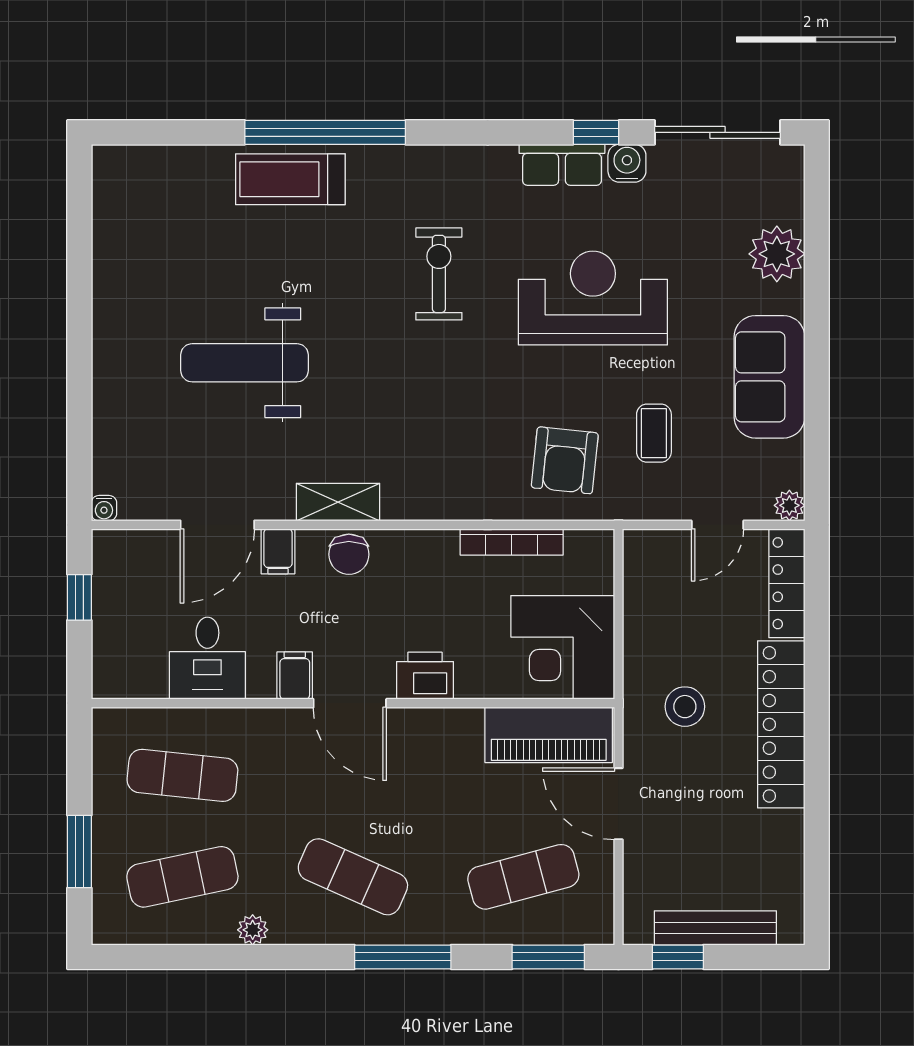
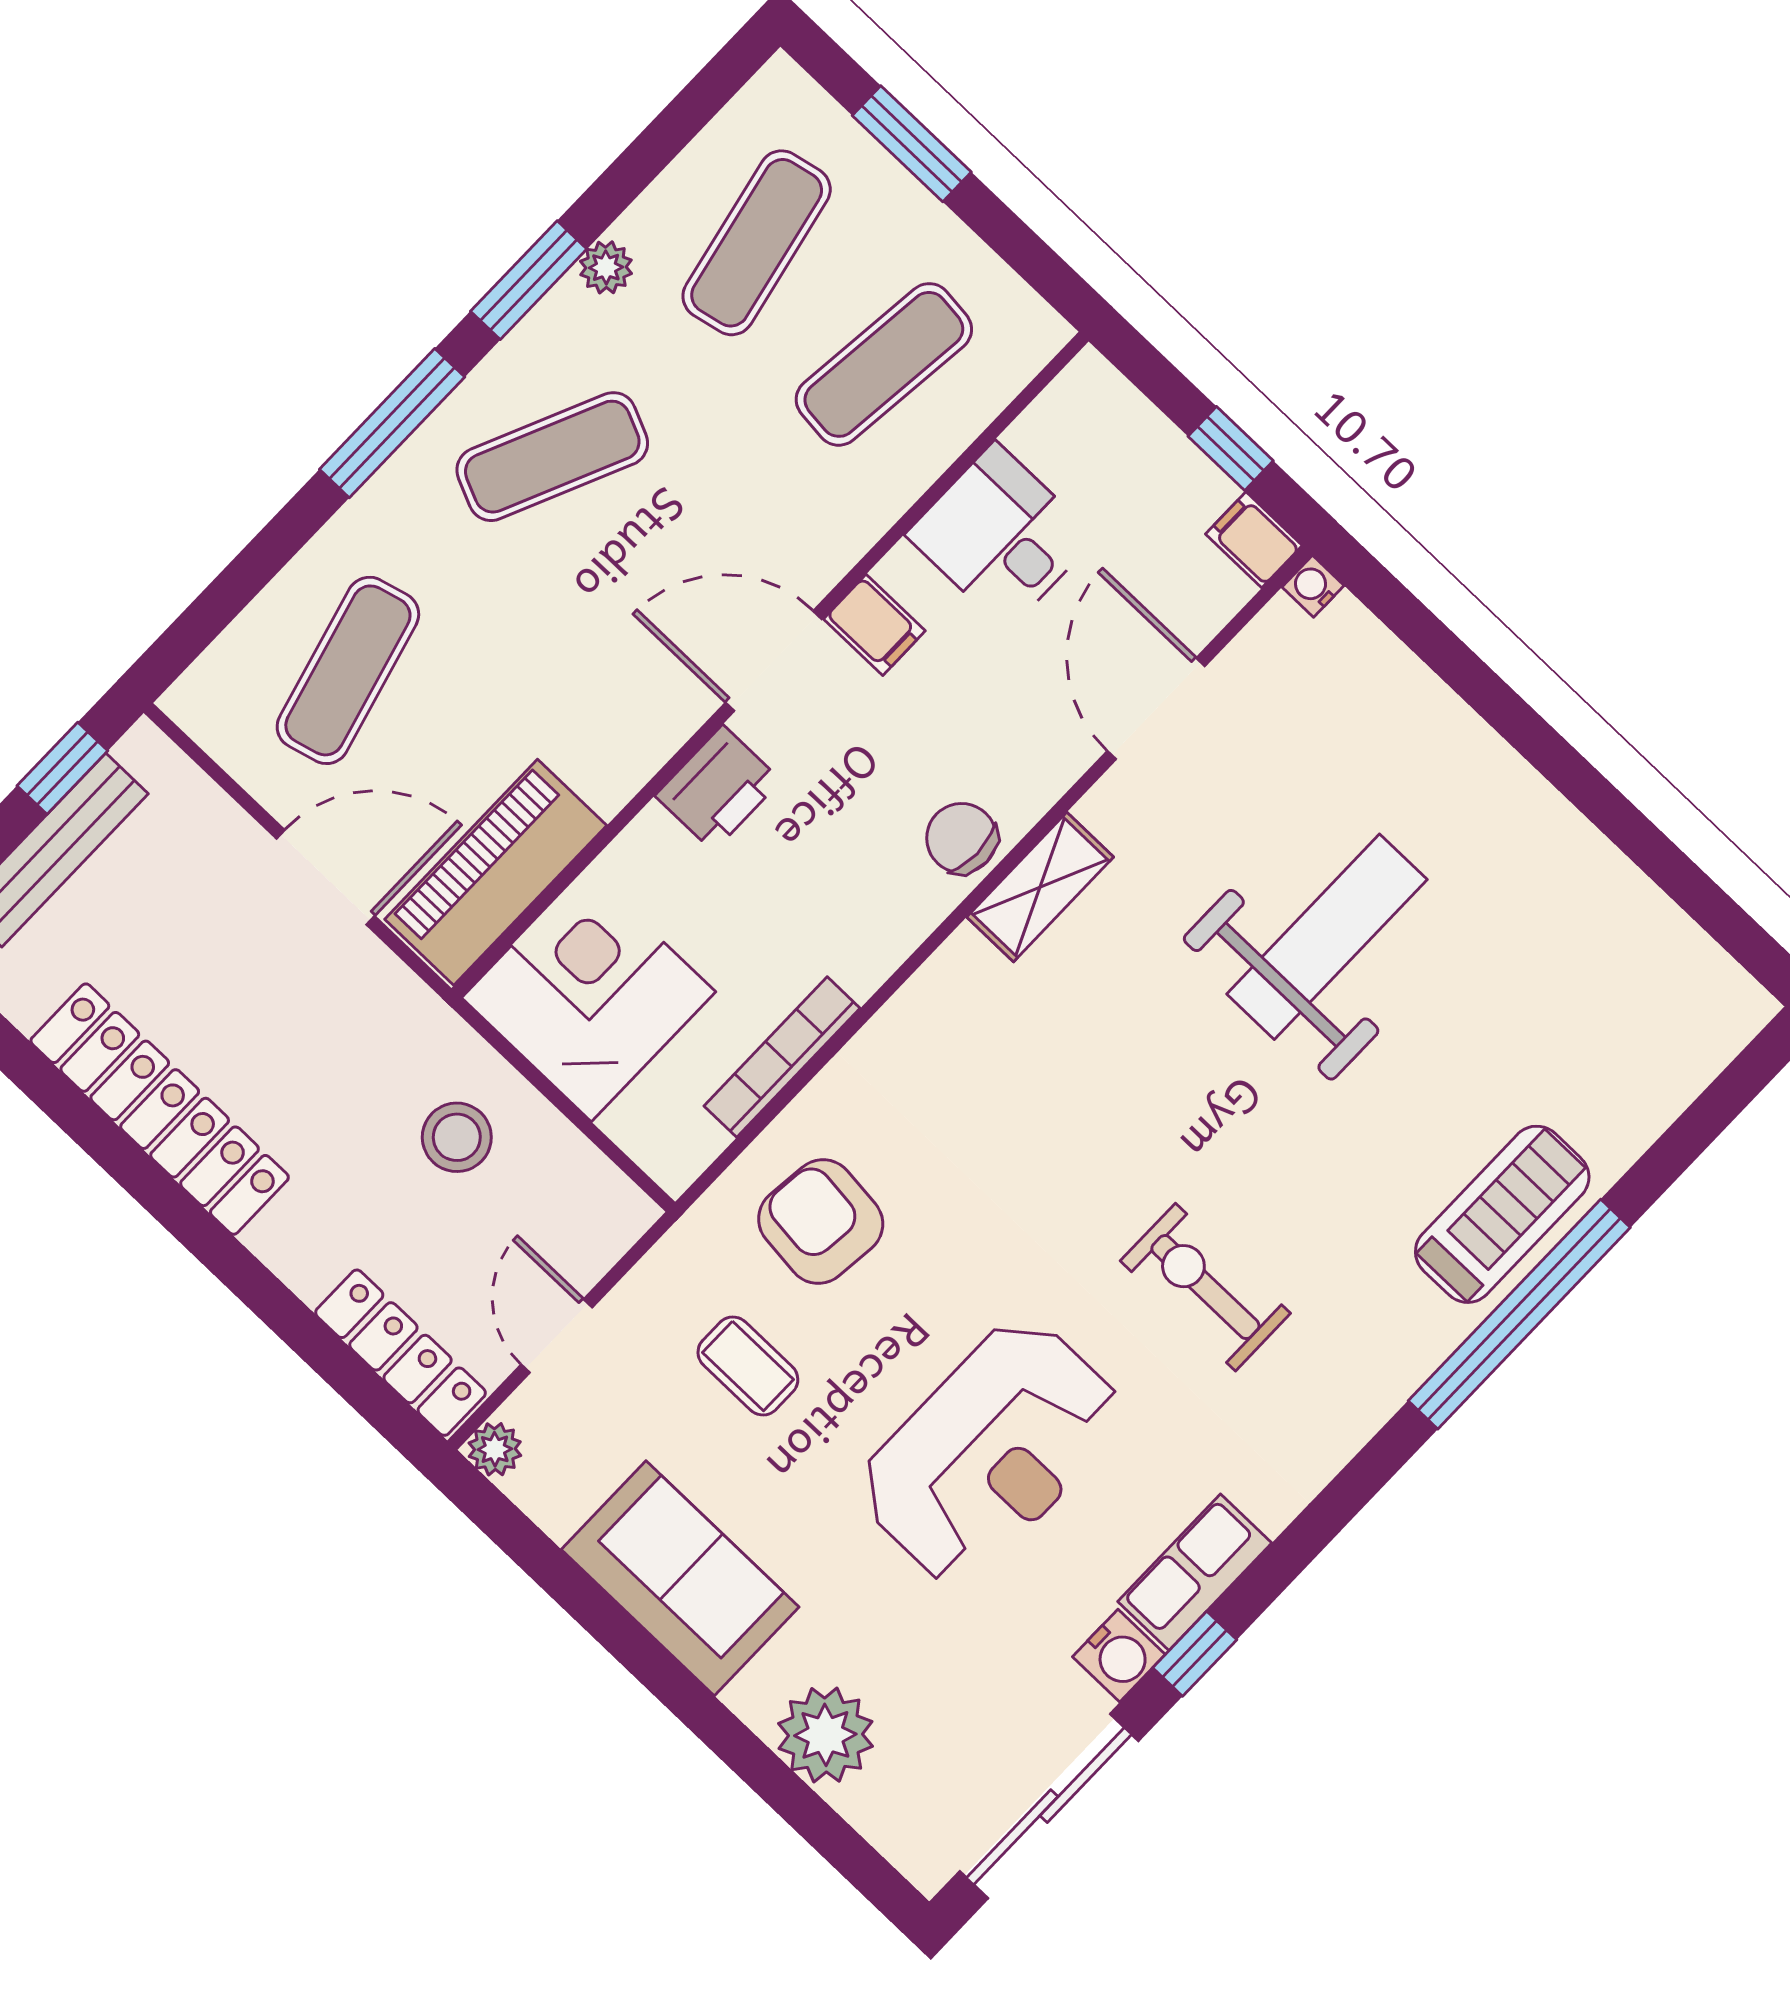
exercise bike: (439, 274) -> (1205, 1287), turned 180
filing cabinet: (278, 551) -> (1254, 540), moved
stool: (685, 707) -> (457, 1137), moved
locker: (781, 724) -> (160, 1109), moved
window: (548, 957) -> (529, 280), moved

